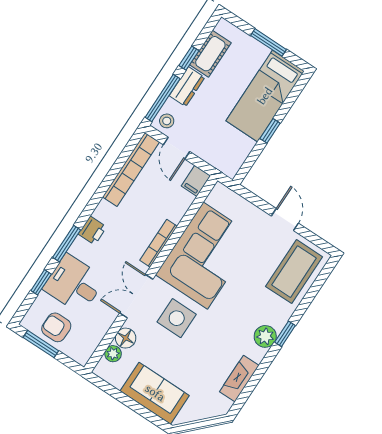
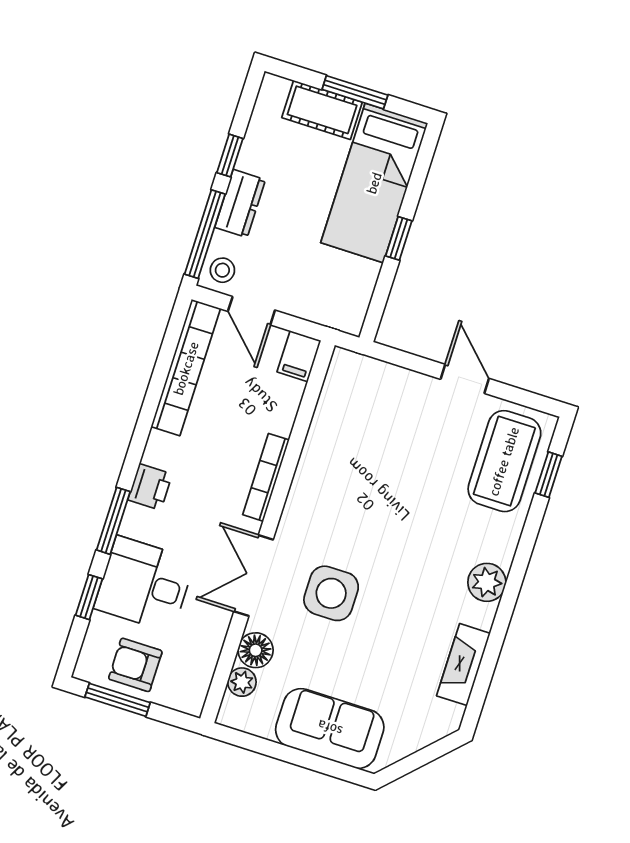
cot: (210, 54) -> (322, 110), moved, turned 90
corner sofa: (205, 256) -> (349, 476), removed
window: (285, 334) -> (549, 475), moved

